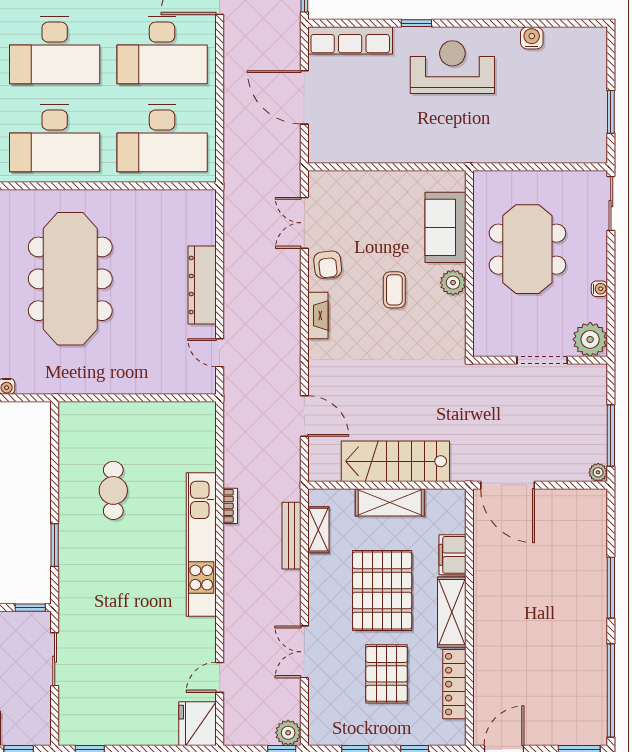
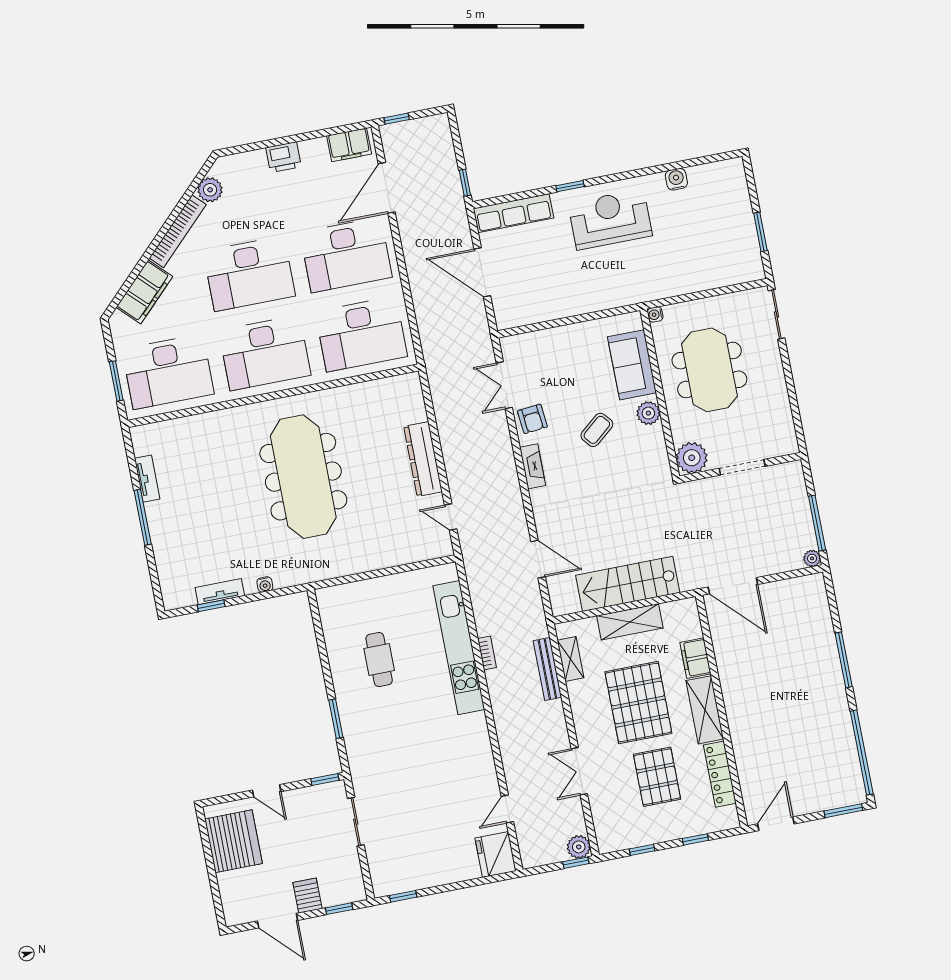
water cooler: (599, 289) -> (655, 314), moved, turned 180
coffee table: (394, 290) -> (597, 430), turned 50
plant: (590, 339) -> (692, 458), moved
kitchen unit: (201, 544) -> (459, 648), moved

